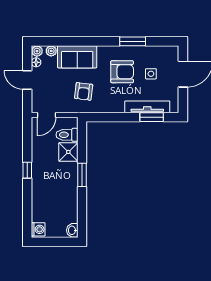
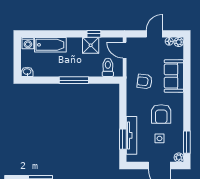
window: (133, 41) -> (187, 142), moved
plant: (51, 51) -> (179, 157), moved
shower: (68, 152) -> (91, 45), moved
window: (27, 170) -> (94, 34), moved
window: (82, 175) -> (74, 80), width x1.44
bathtub: (40, 203) -> (50, 45), added

